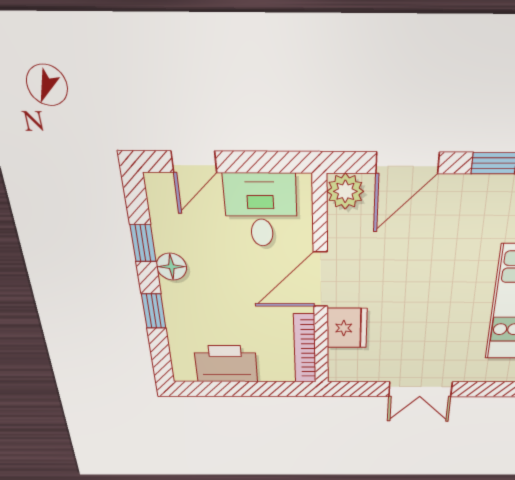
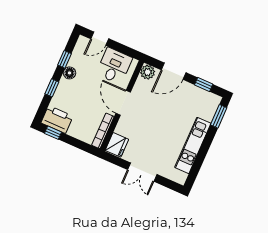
door: (321, 279) -> (123, 103), hinge flipped
fridge: (347, 328) -> (117, 145), moved
printer: (226, 364) -> (57, 120), moved
window: (208, 389) -> (53, 133), added

